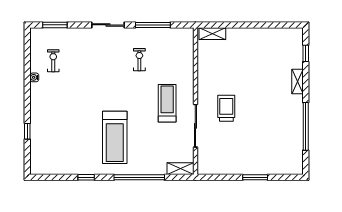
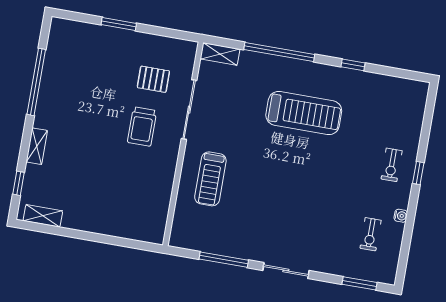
shelving: (212, 34) -> (43, 216), moved
exercise bike: (139, 60) -> (392, 165), moved
treadmill: (167, 103) -> (210, 179), moved
window: (27, 131) -> (418, 173), moved
treadmill: (115, 137) -> (304, 113), turned 90
pallet: (224, 143) -> (153, 79), added

